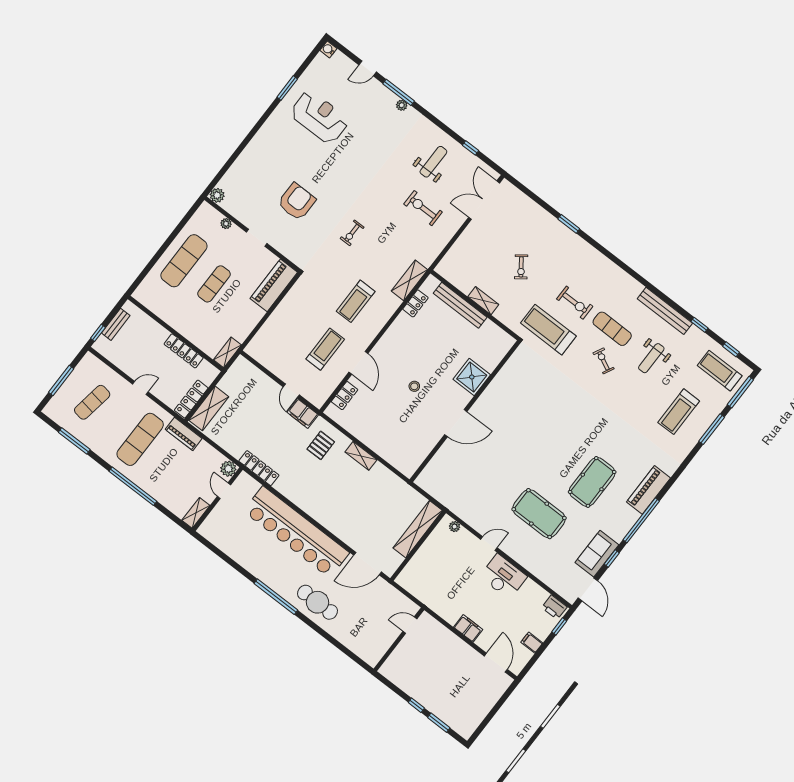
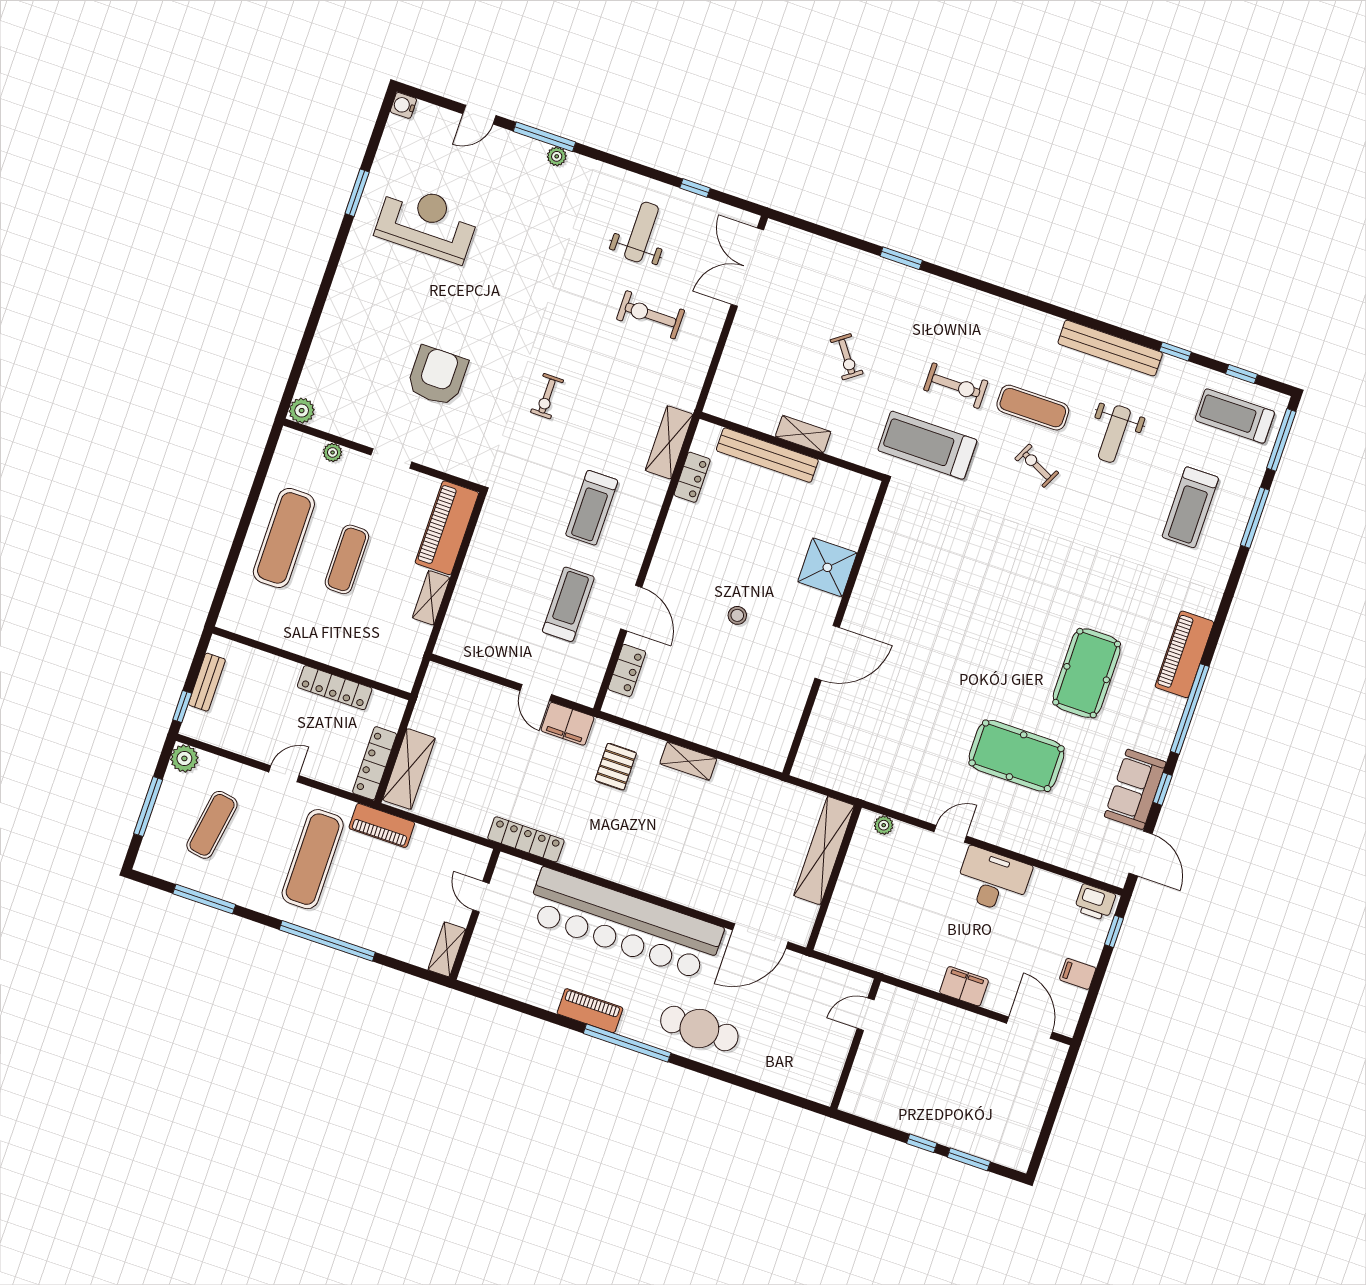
shelving: (227, 352) -> (431, 598), moved
plant: (228, 469) -> (184, 758), moved
piano: (262, 572) -> (590, 1011), added

